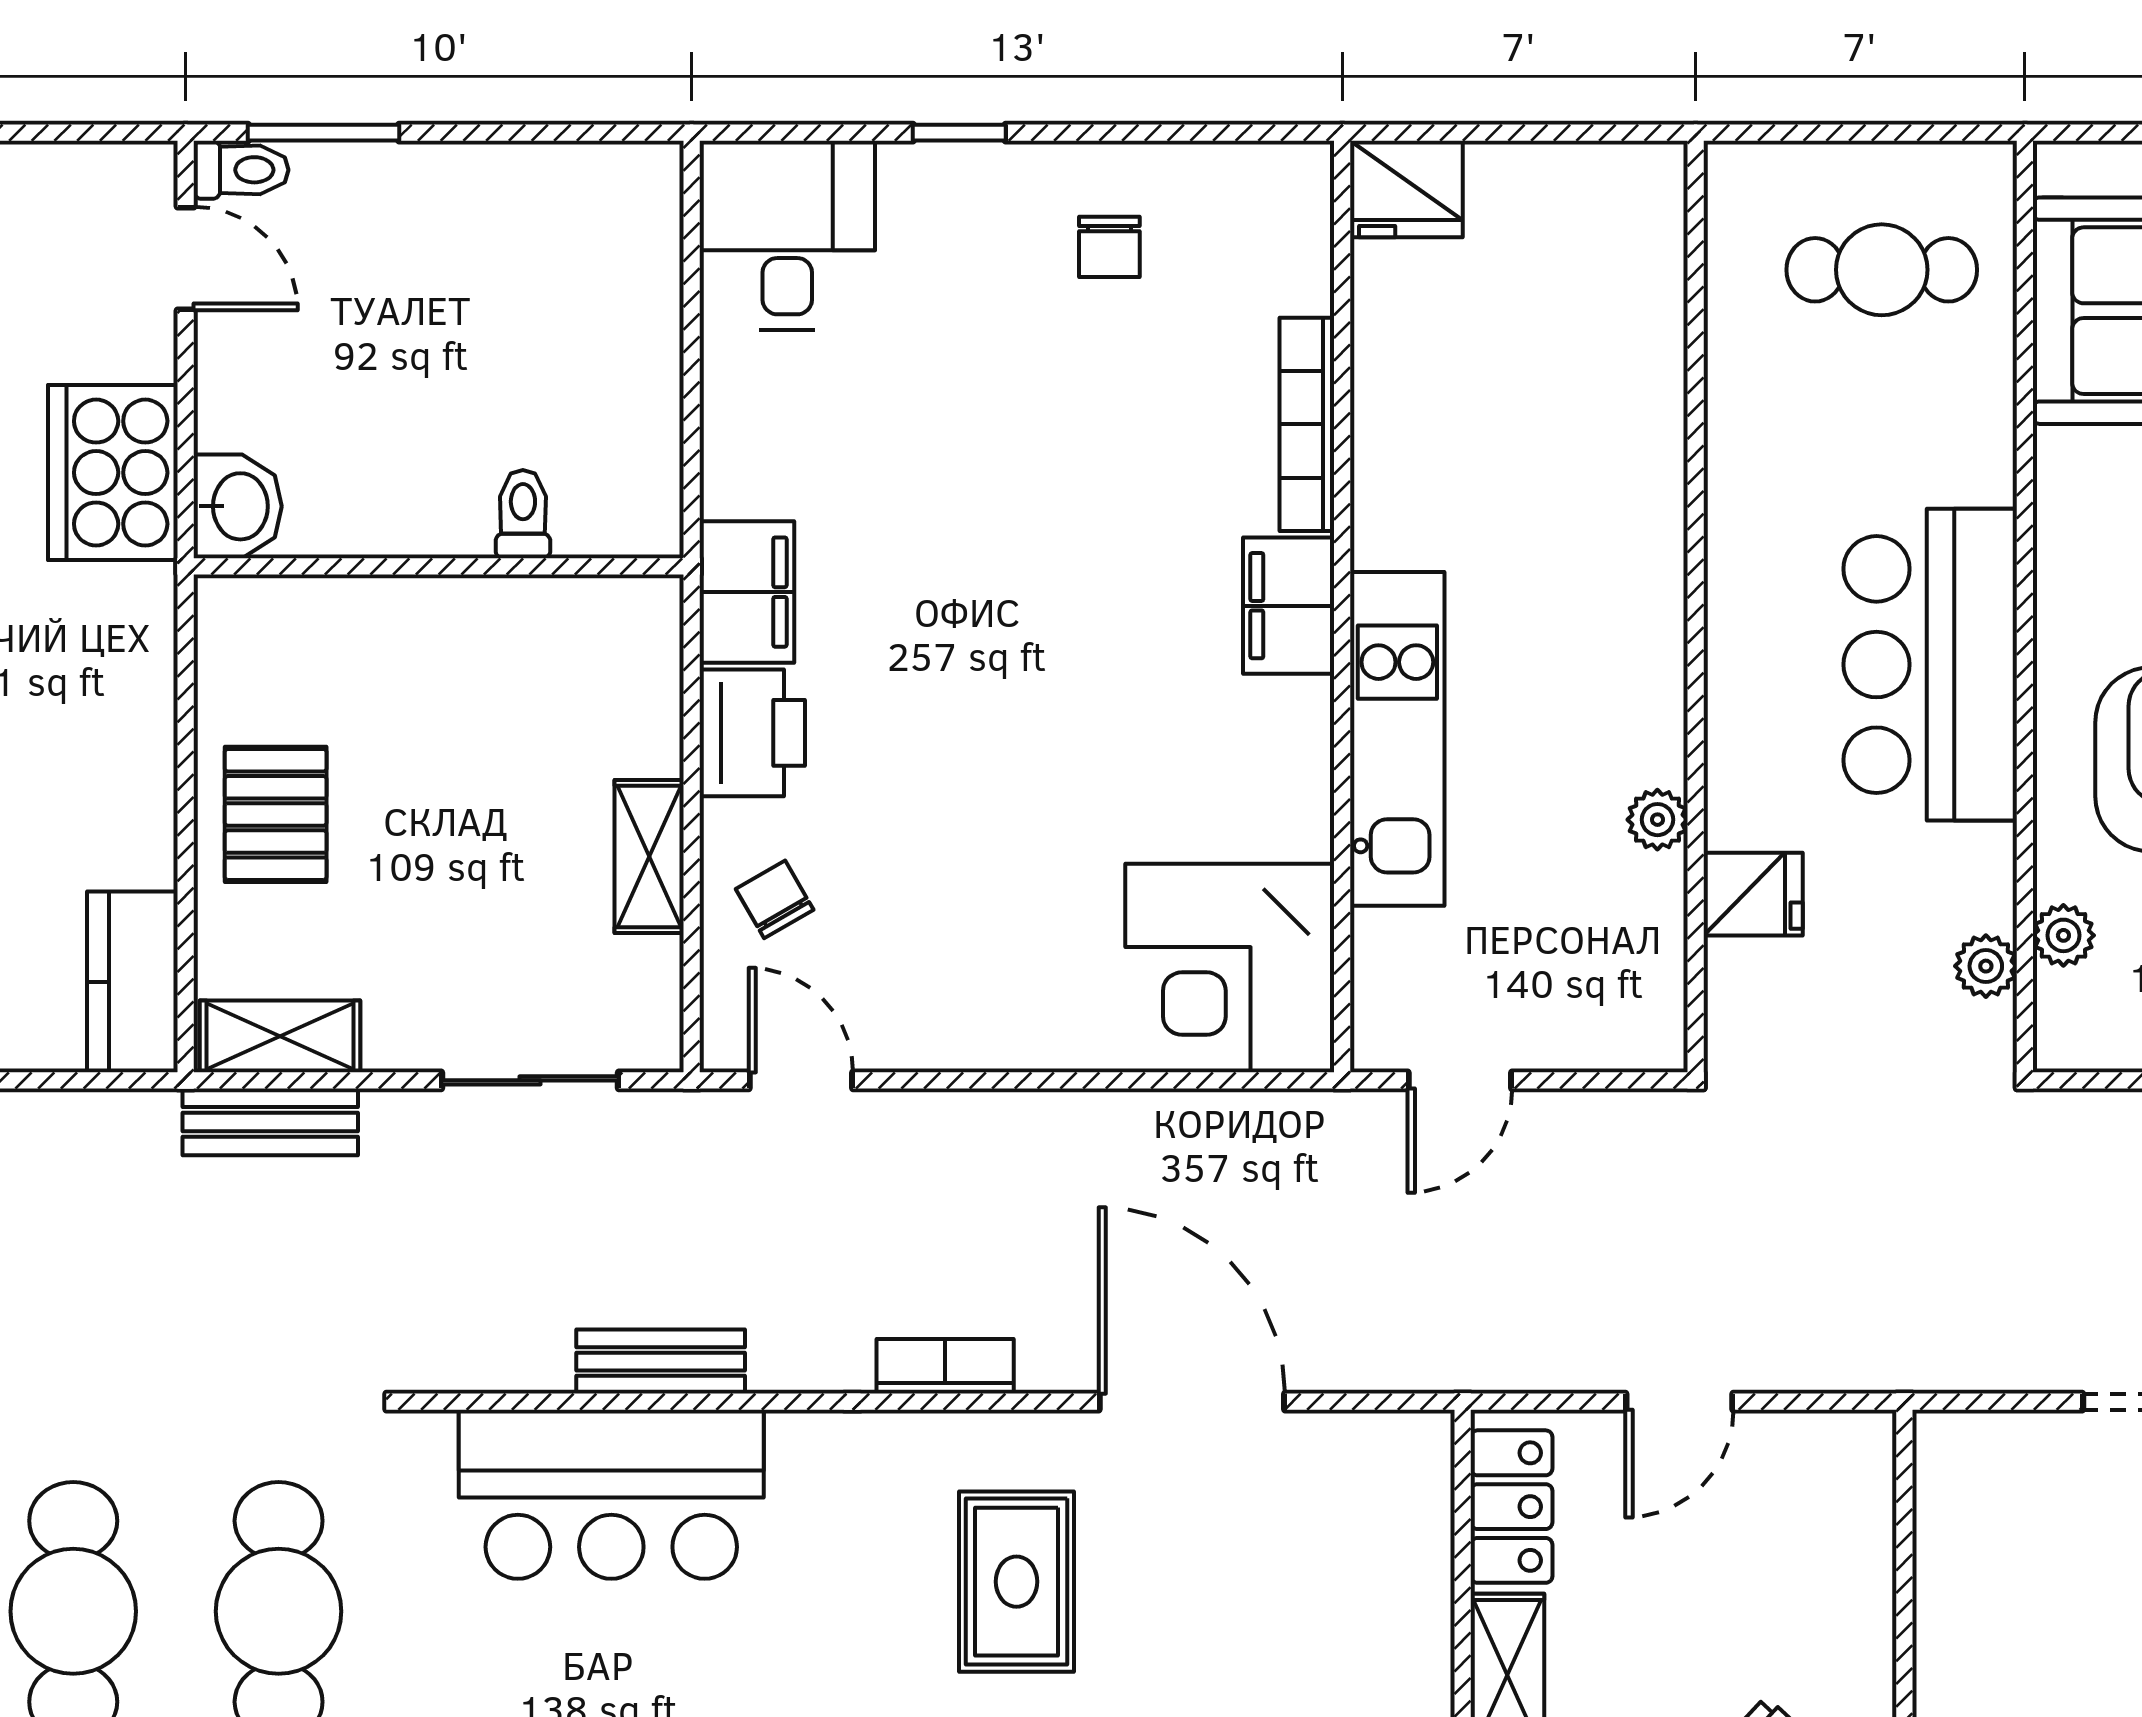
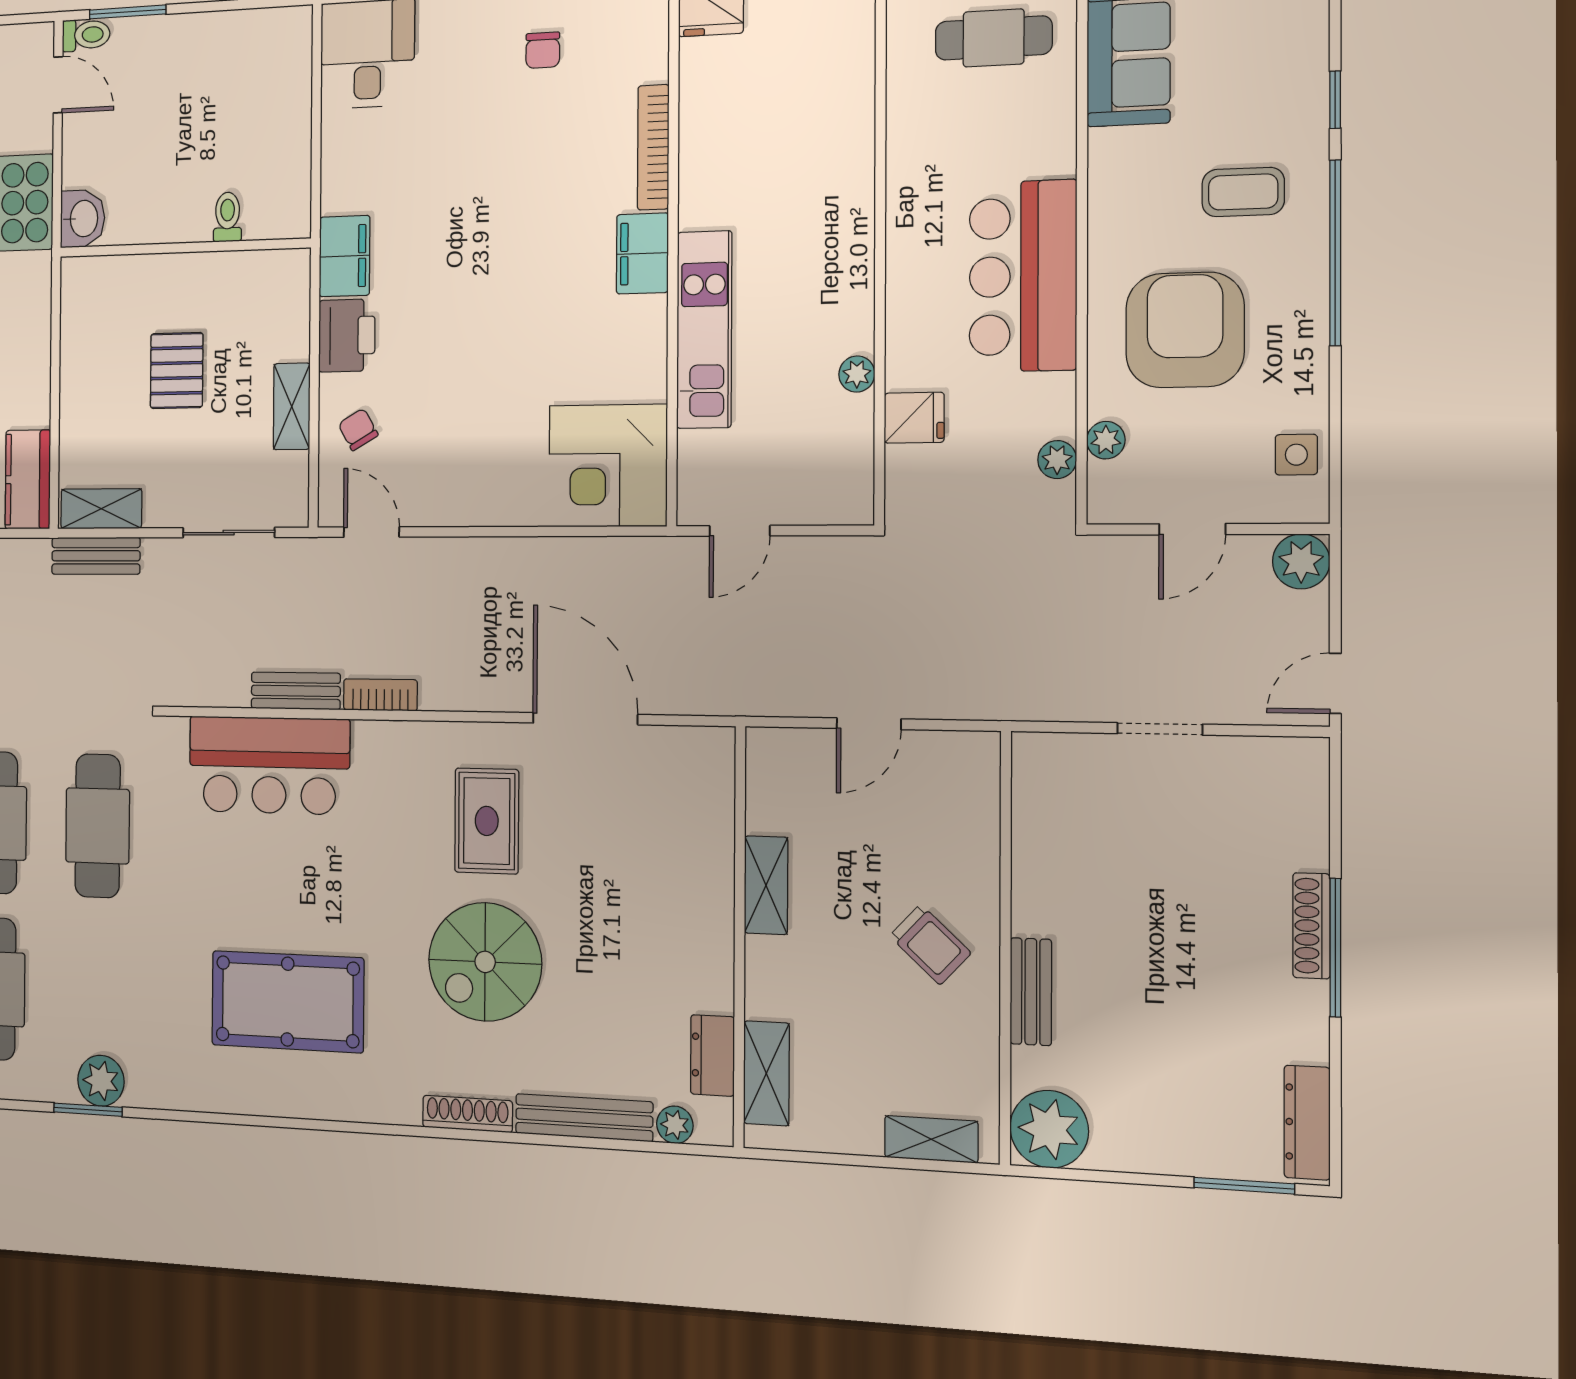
pallet: (276, 814) -> (177, 371), moved
bookcase: (945, 1366) -> (380, 695), moved
locker: (1511, 1507) -> (769, 785), removed

